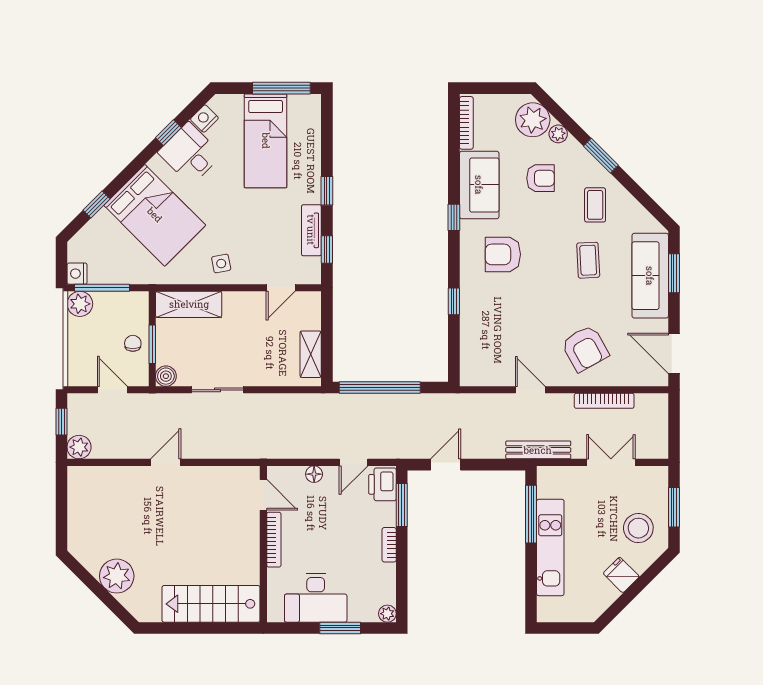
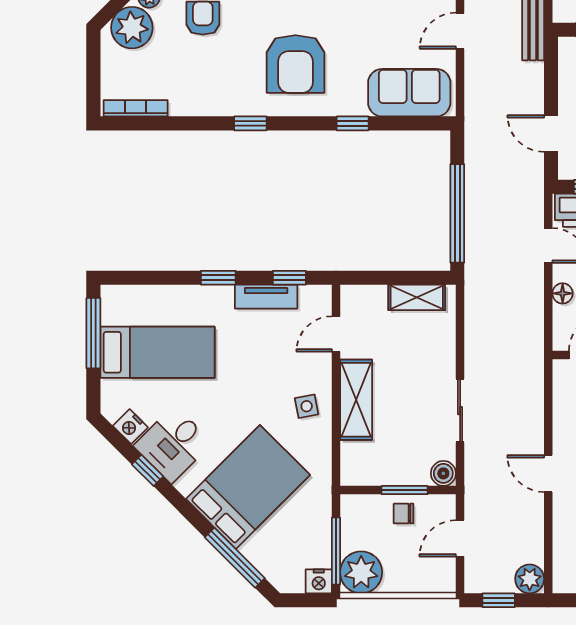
sofa: (479, 185) -> (409, 93), moved
window: (97, 204) -> (235, 558), width x2.17
armchair: (503, 254) -> (295, 64), width x1.36, depth x1.36
door: (281, 288) -> (336, 334), swing flipped
plant: (80, 304) -> (361, 572), width x1.36, depth x1.36
shelving: (189, 304) -> (356, 400), moved

